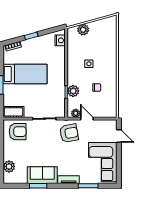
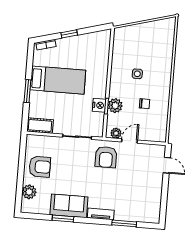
plant: (83, 30) -> (133, 31), removed
nightstand: (60, 40) -> (99, 105), moved
door: (87, 119) -> (129, 141), hinge flipped
armchair: (18, 132) -> (40, 167), moved
armchair: (69, 133) -> (106, 157), turned 101
corner sofa: (103, 162) -> (144, 196), removed

